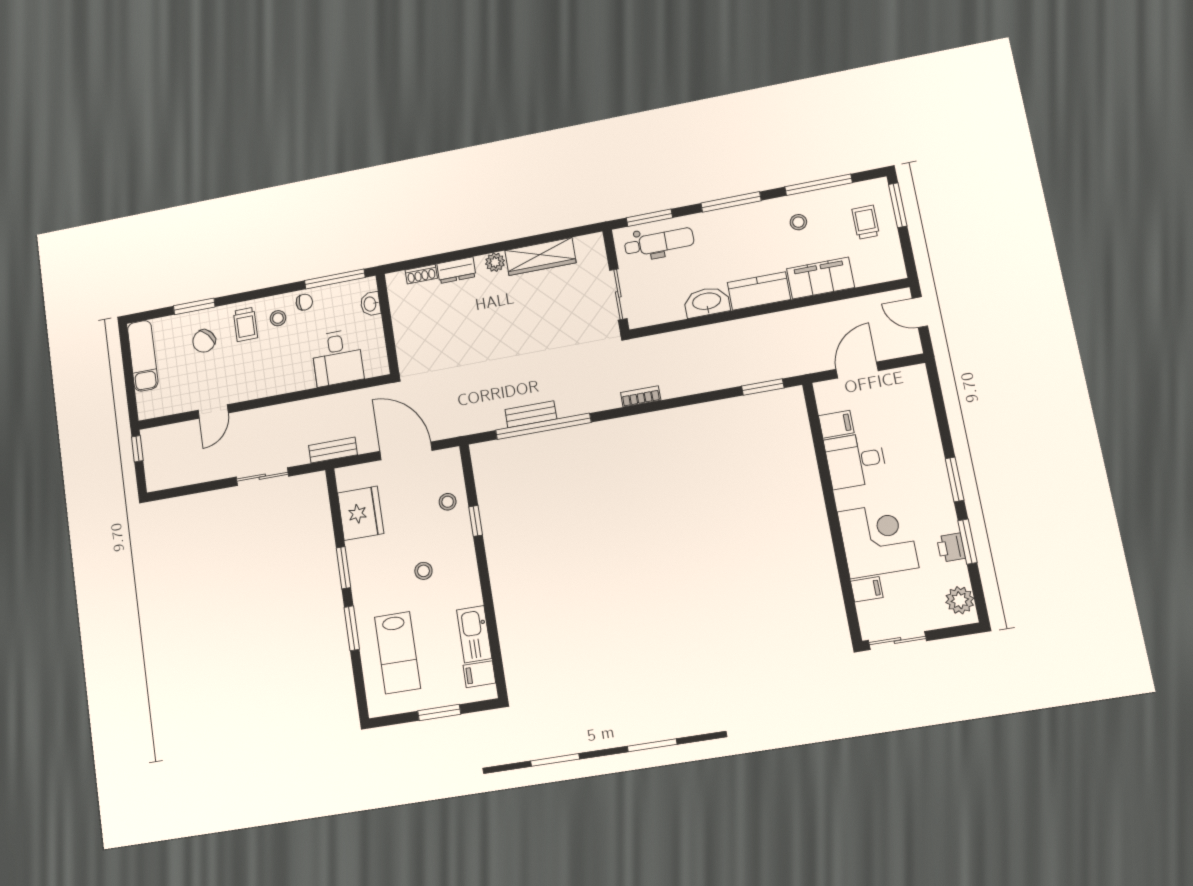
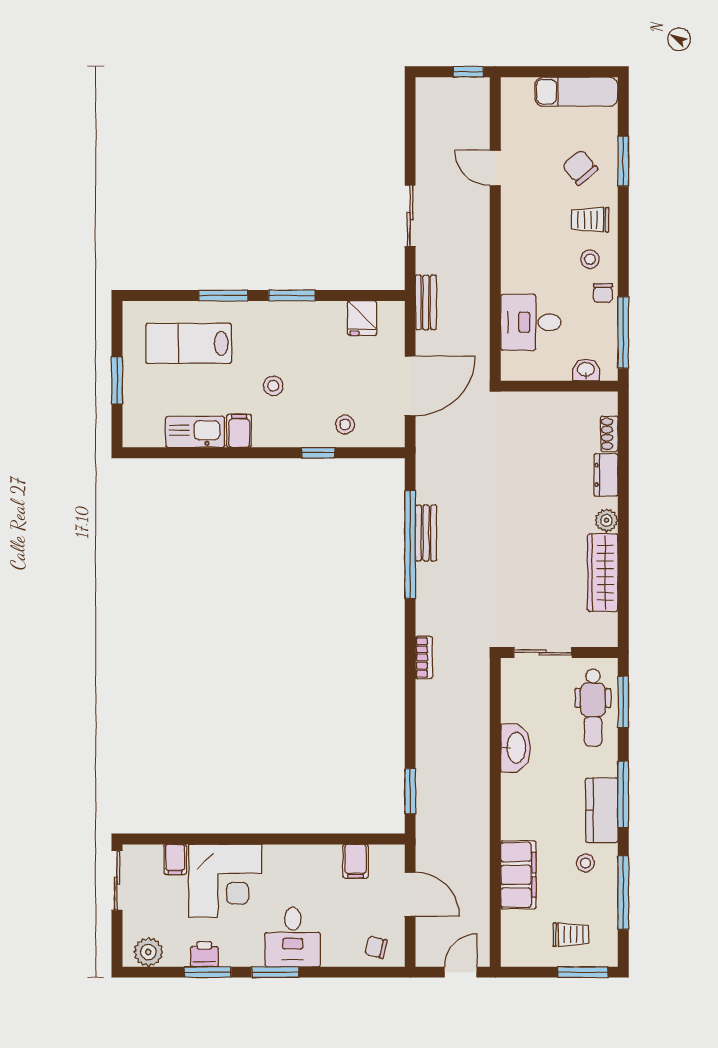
kitchen counter: (759, 291) -> (602, 810), moved, turned 180
chair: (912, 392) -> (376, 947), added
desk: (856, 460) -> (293, 937), moved, turned 180
fridge: (361, 513) -> (362, 318), width x0.53, depth x0.75
filing cabinet: (479, 674) -> (239, 431), moved

